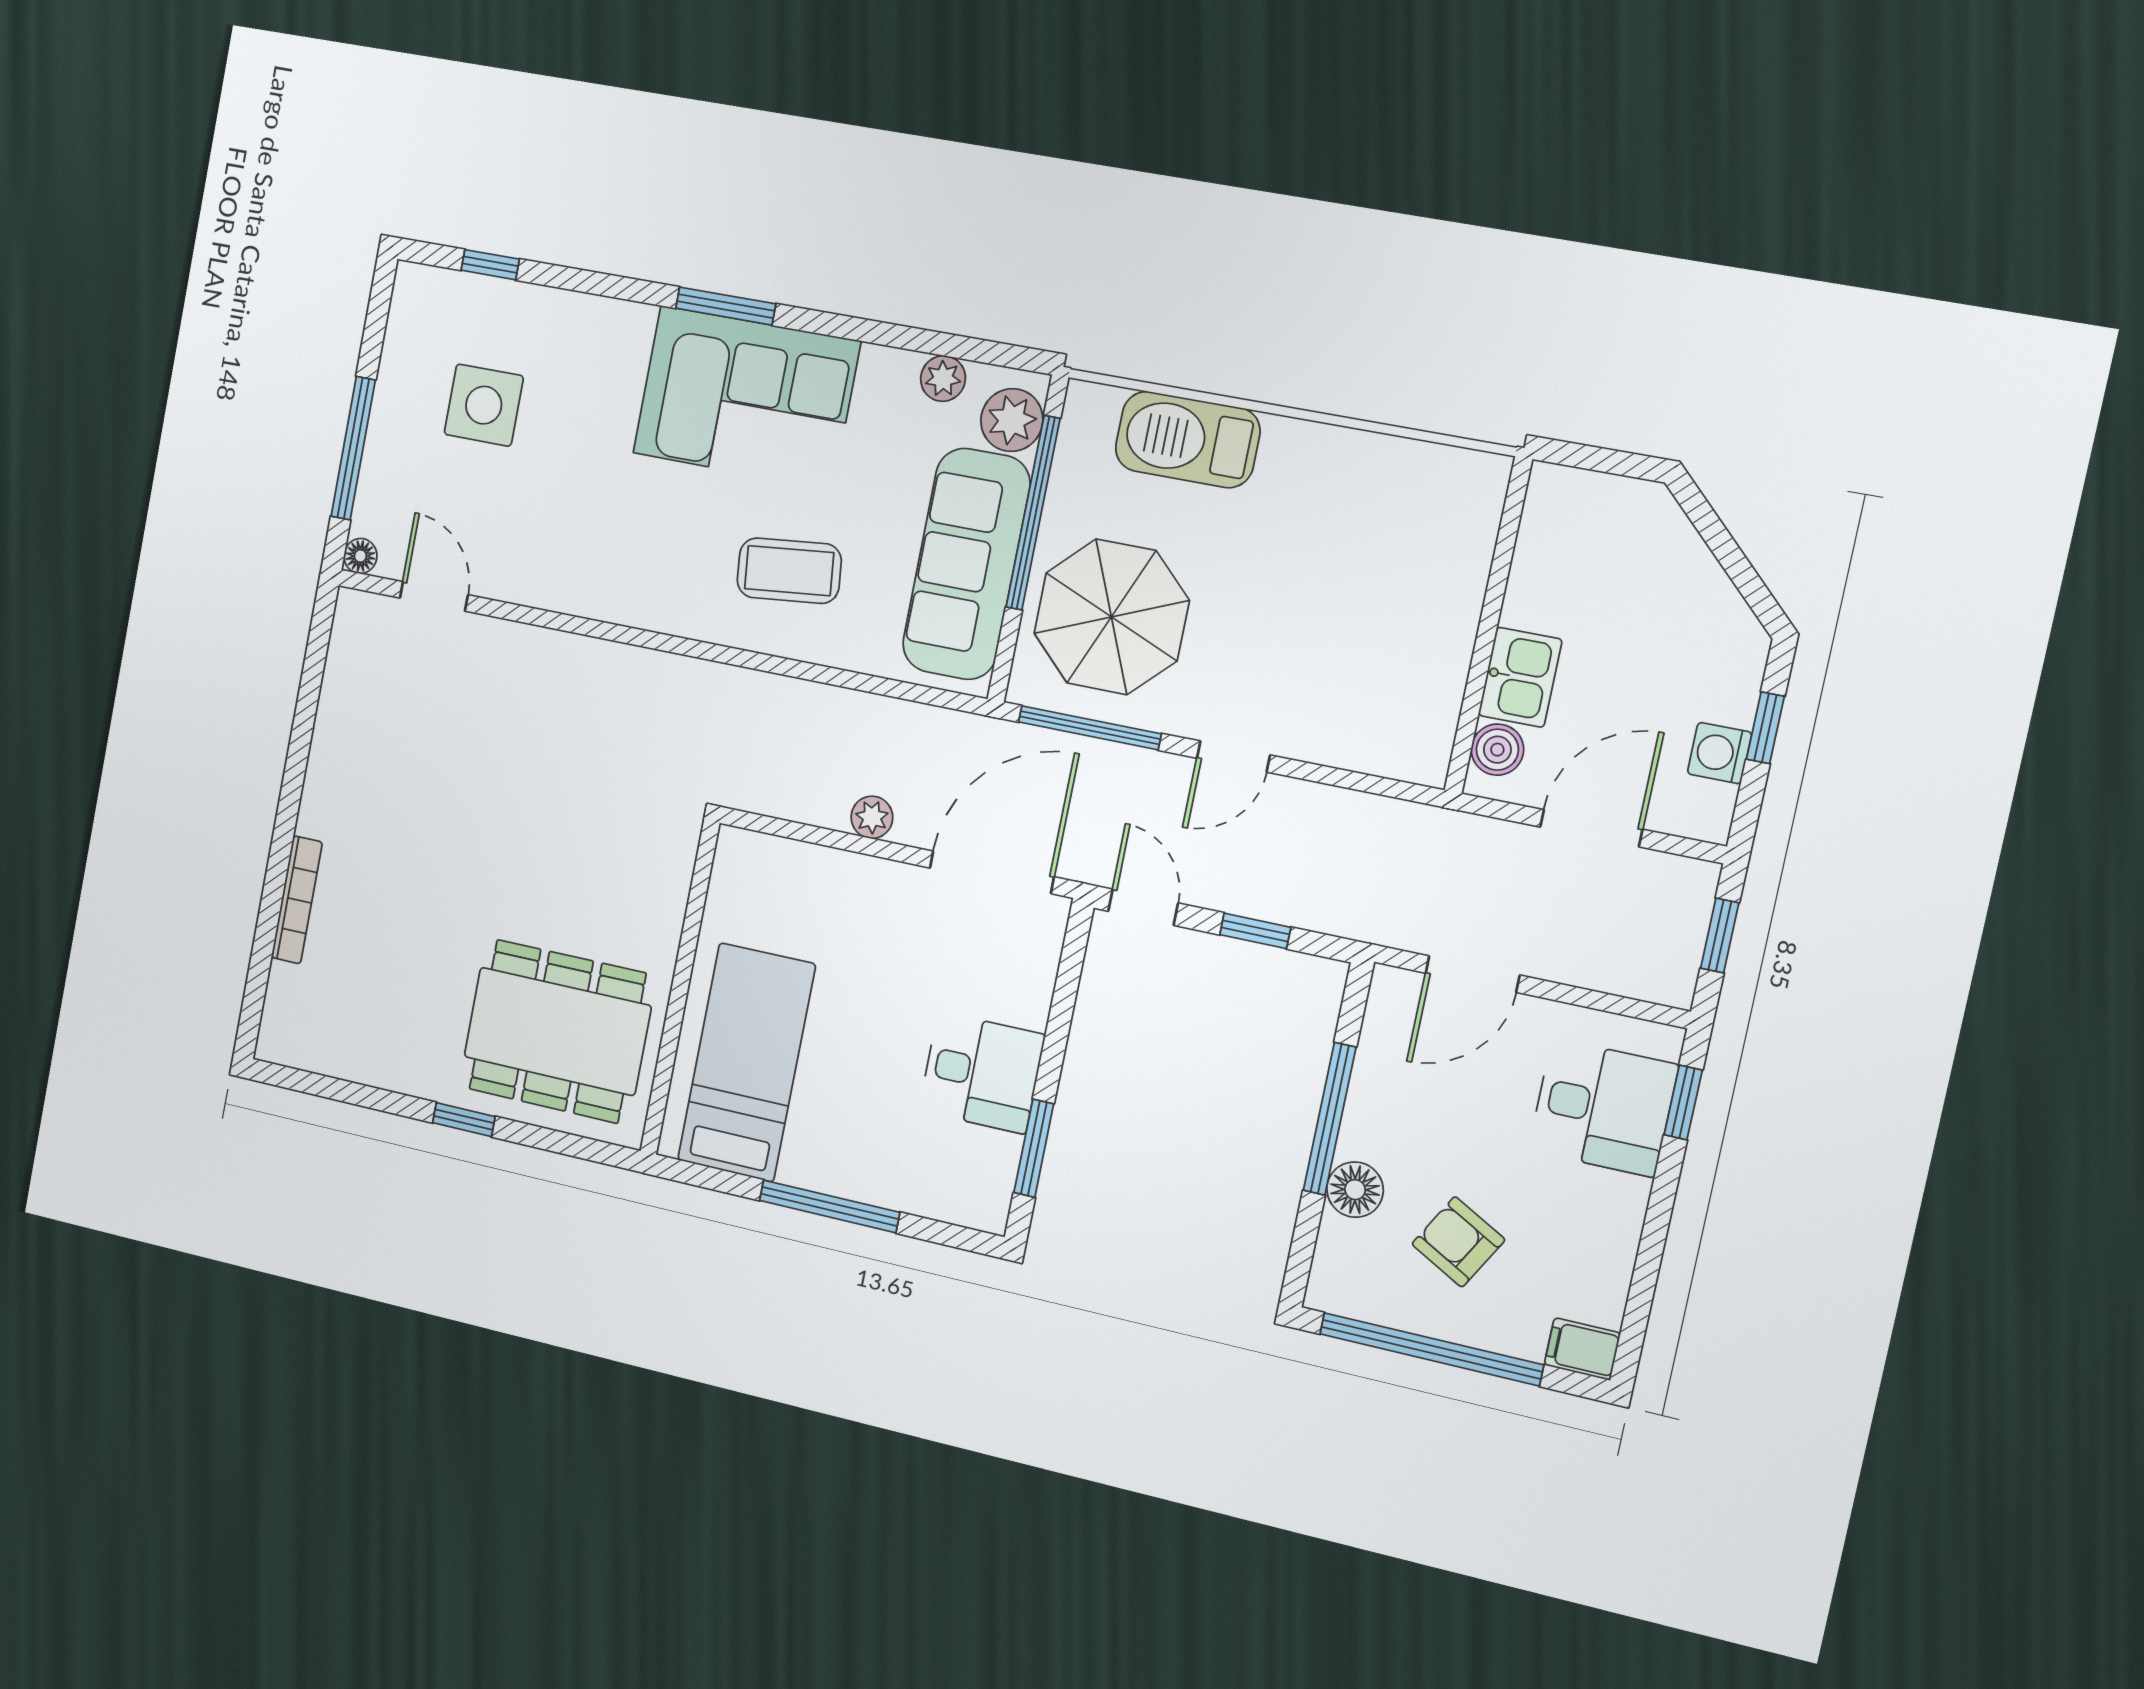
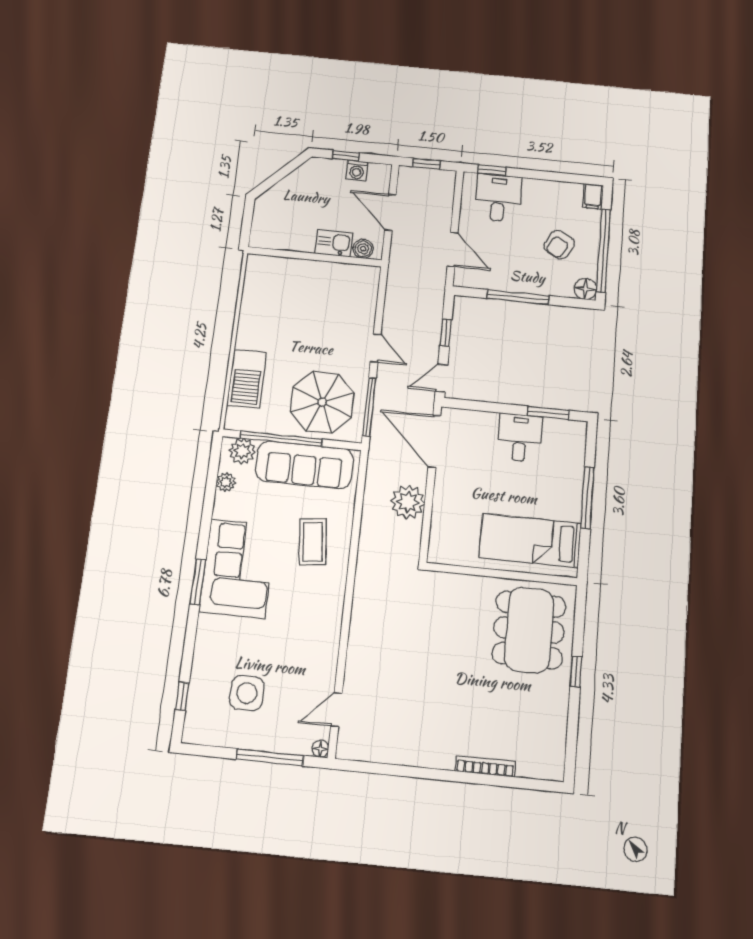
plant: (872, 817) -> (408, 502), width x1.88, depth x1.88
floor lamp: (1355, 1190) -> (585, 289), moved

